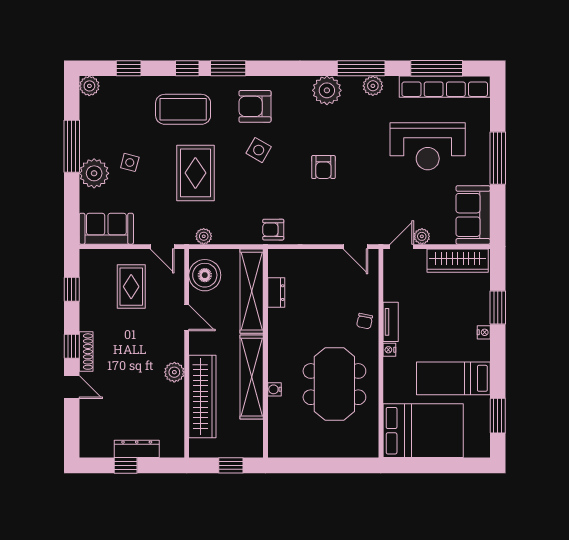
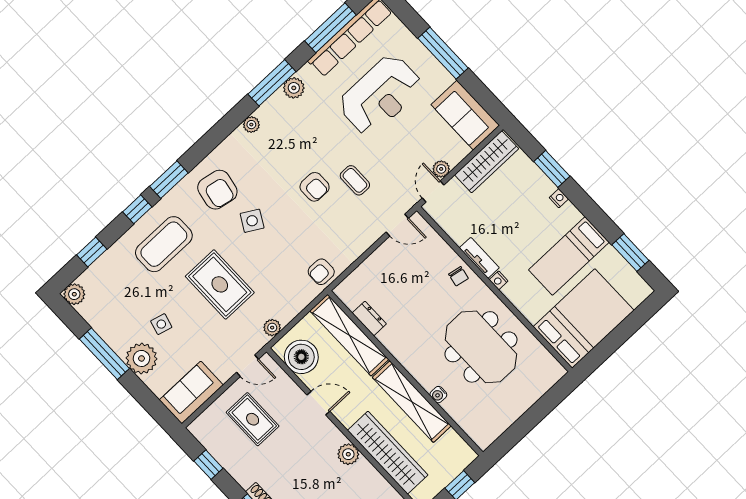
plant: (327, 90) -> (251, 125), width x0.53, depth x0.53
armchair: (255, 106) -> (217, 190), turned -79
coffee table: (355, 189) -> (355, 180), added

